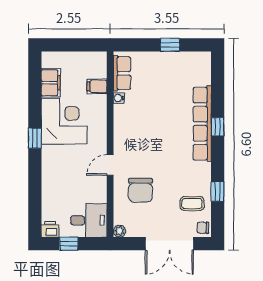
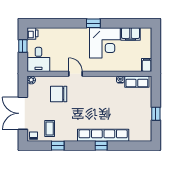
filing cabinet: (97, 86) -> (147, 65), moved

